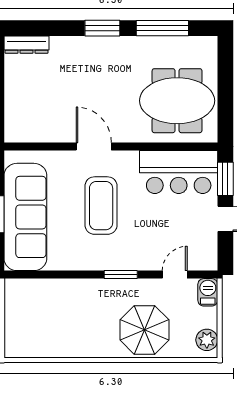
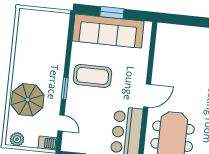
door: (94, 146) -> (147, 96), moved
coffee table: (101, 206) -> (92, 76), moved

